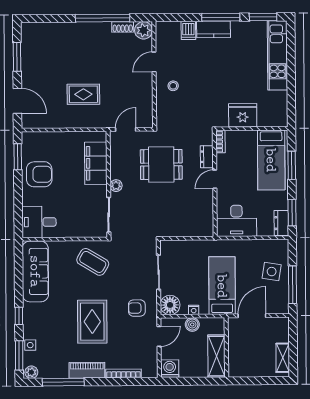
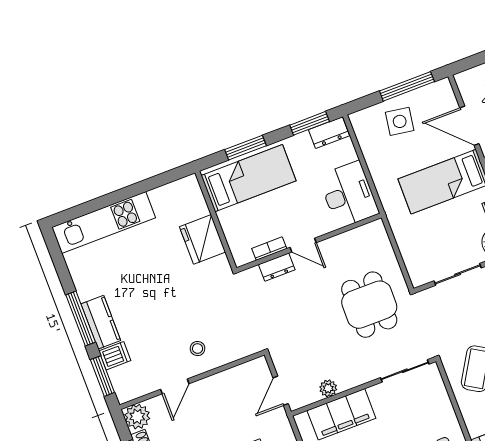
window: (263, 17) -> (102, 376), moved
door: (154, 62) -> (175, 386), hinge flipped
door: (126, 129) -> (281, 391), hinge flipped
bookcase: (221, 142) -> (269, 249), moved
dining table: (161, 164) -> (369, 305), moved
plant: (116, 186) -> (328, 388), moved

